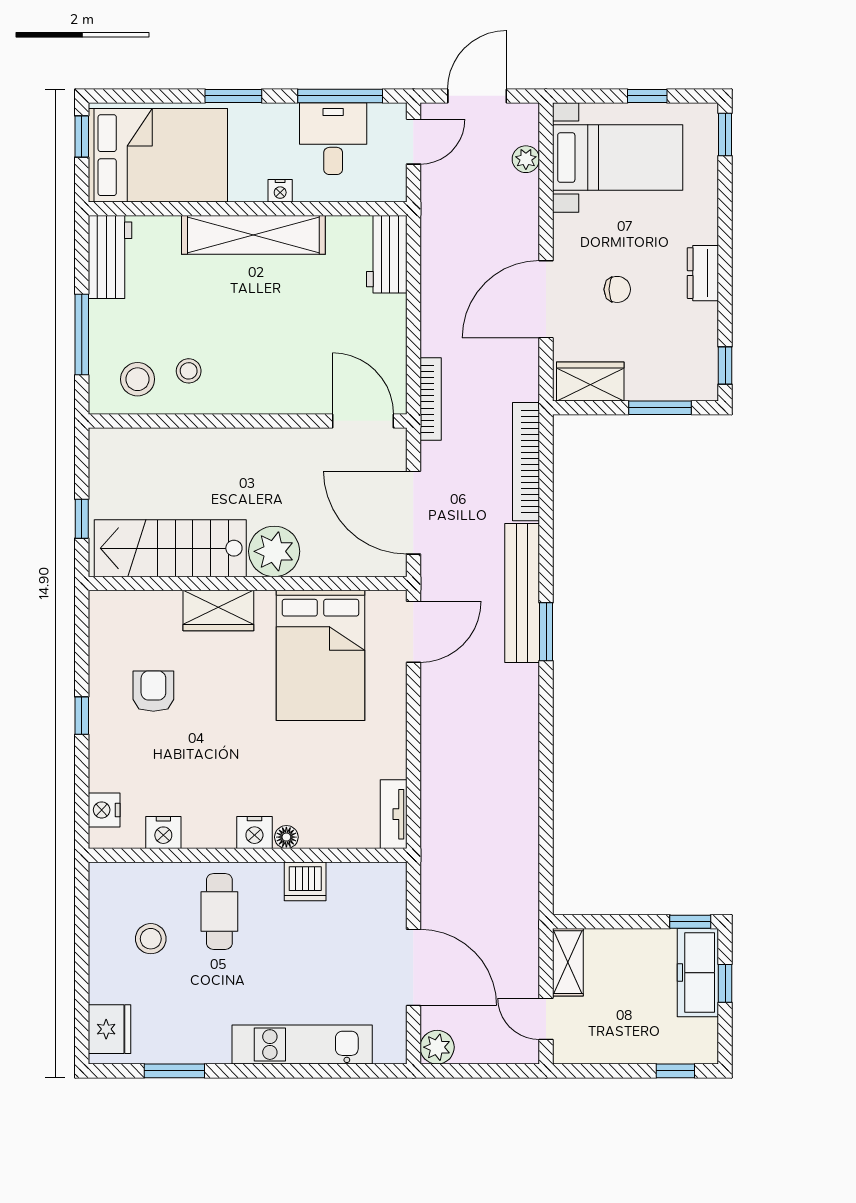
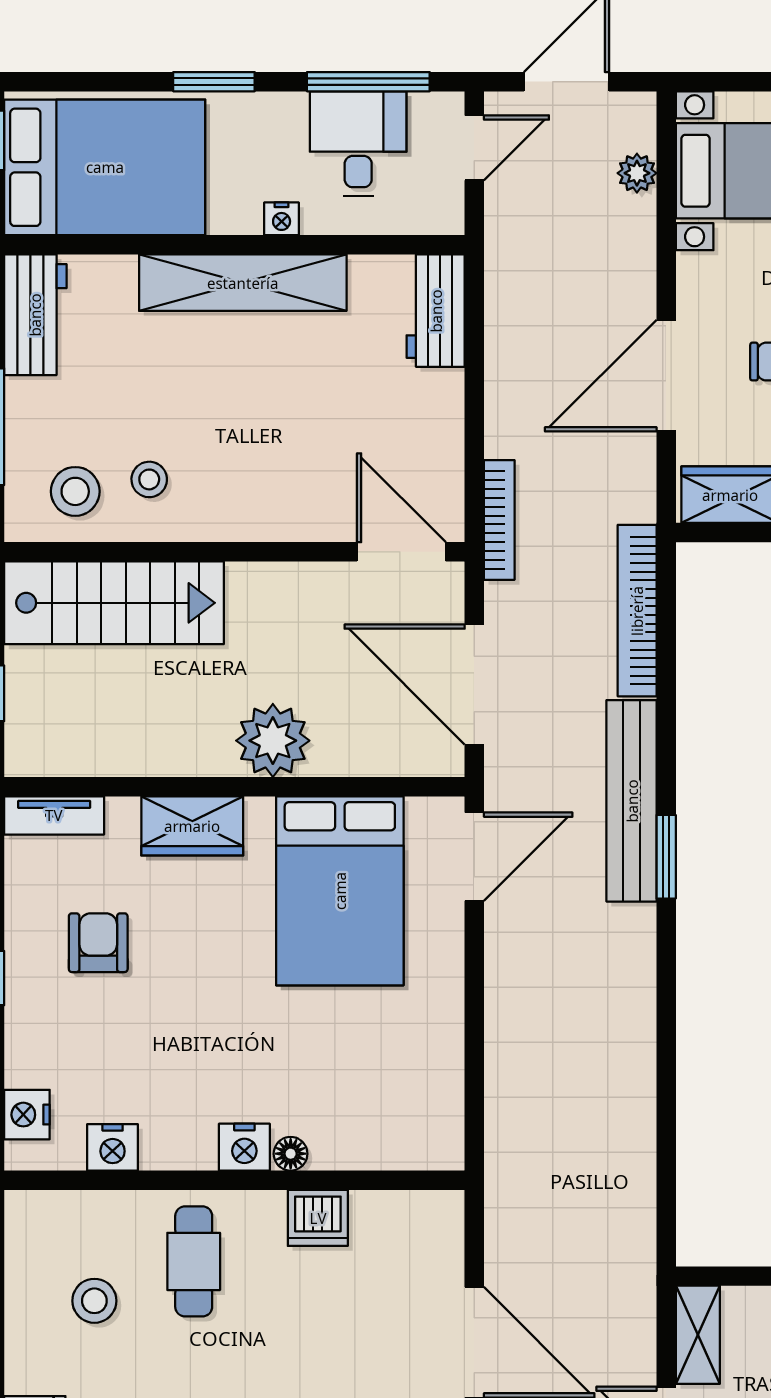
stairs: (170, 548) -> (114, 603), moved, turned 180
tv unit: (394, 814) -> (54, 815), moved, turned -90

